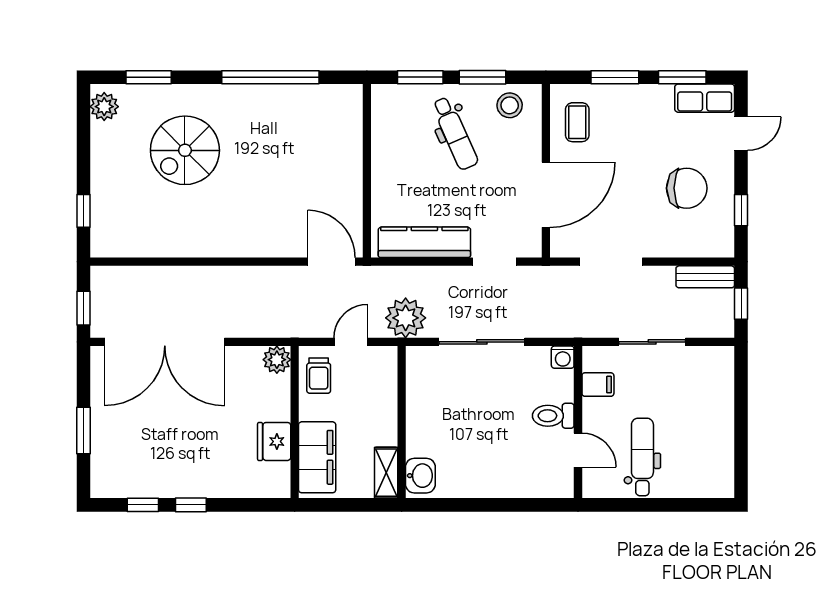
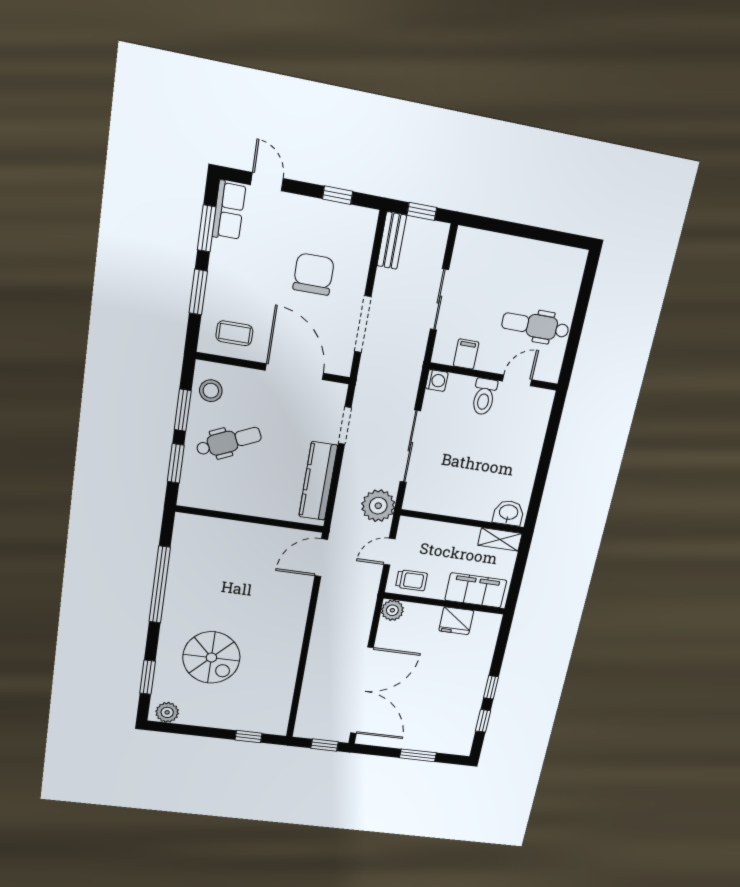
chair: (687, 188) -> (314, 274), moved
door: (351, 342) -> (389, 552), hinge flipped

